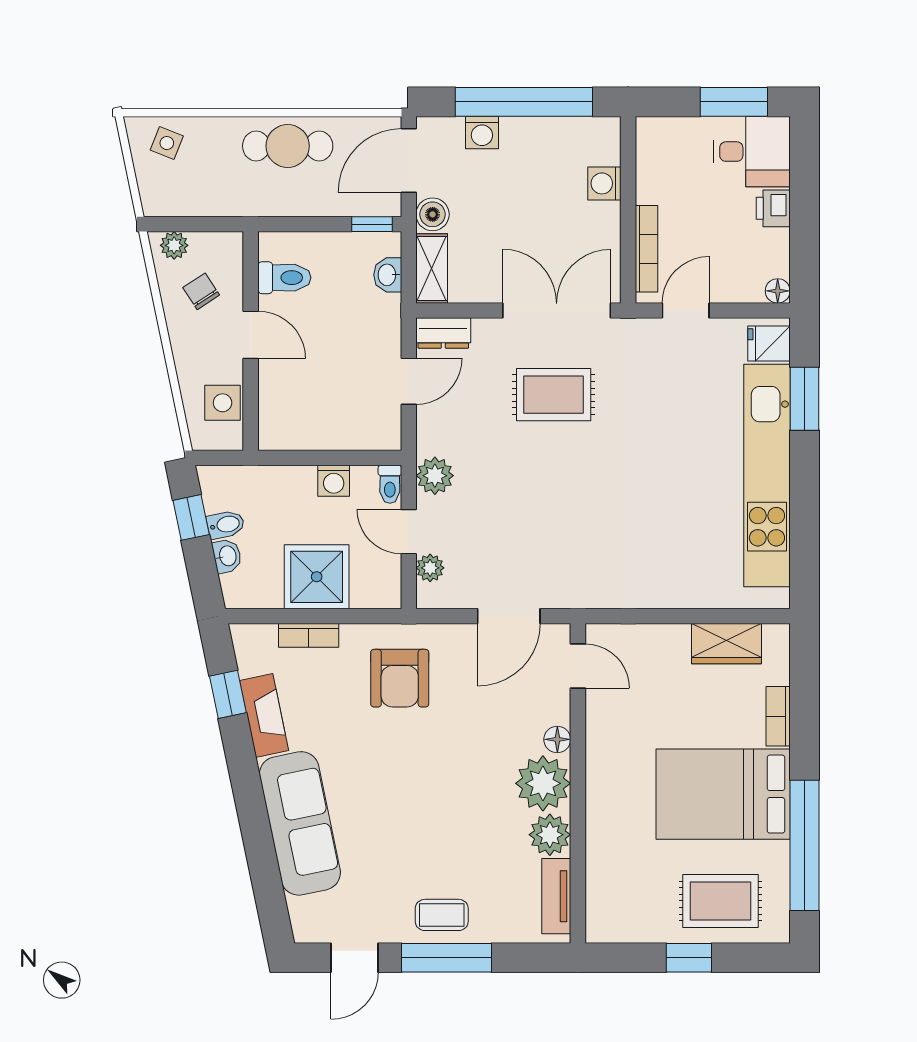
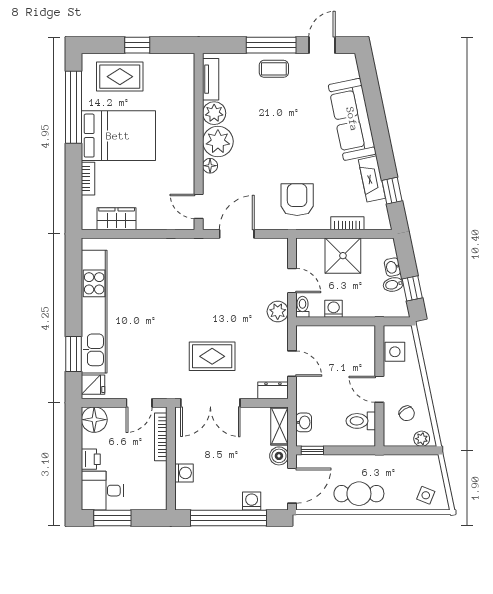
floor lamp: (778, 291) -> (94, 420), width x1.89, depth x1.89
door: (409, 381) -> (292, 364), swing flipped
plant: (430, 568) -> (280, 261), removed

